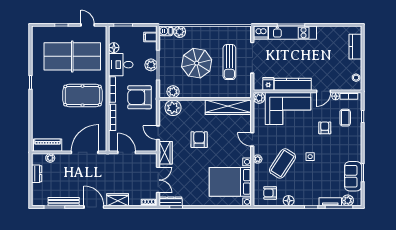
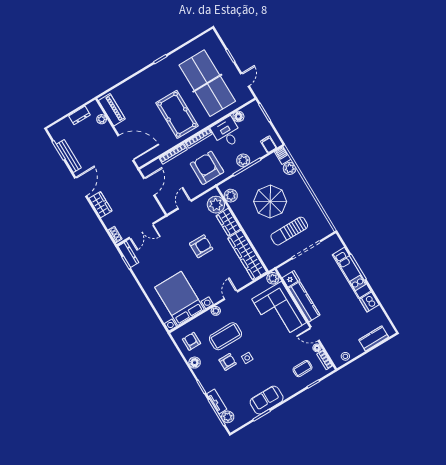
dishwasher: (261, 33) -> (369, 302), moved
armchair: (325, 128) -> (228, 362), moved
wardrobe: (166, 153) -> (228, 222), moved, turned 90
coffee table: (282, 163) -> (225, 336), turned -33
sofa: (353, 176) -> (267, 400), moved

